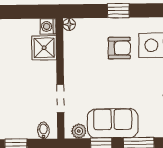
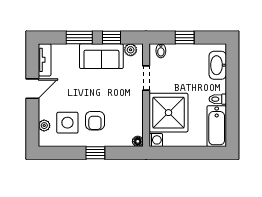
shower: (44, 48) -> (168, 113), width x1.86, depth x1.86
armchair: (119, 48) -> (95, 121), turned -90

